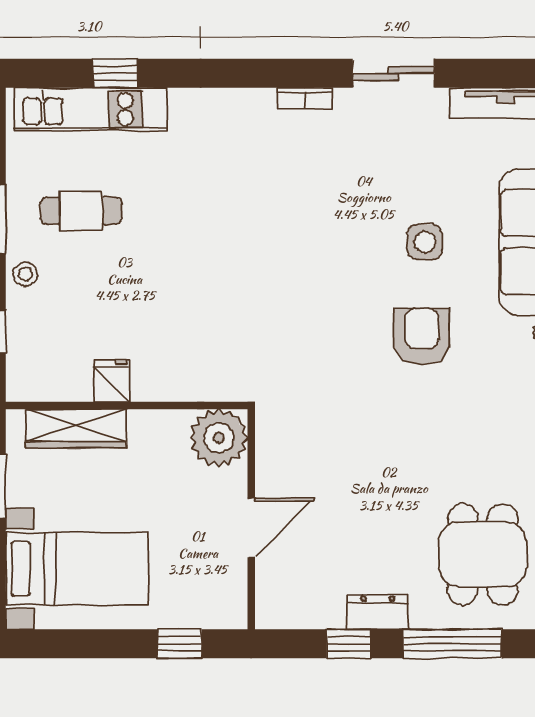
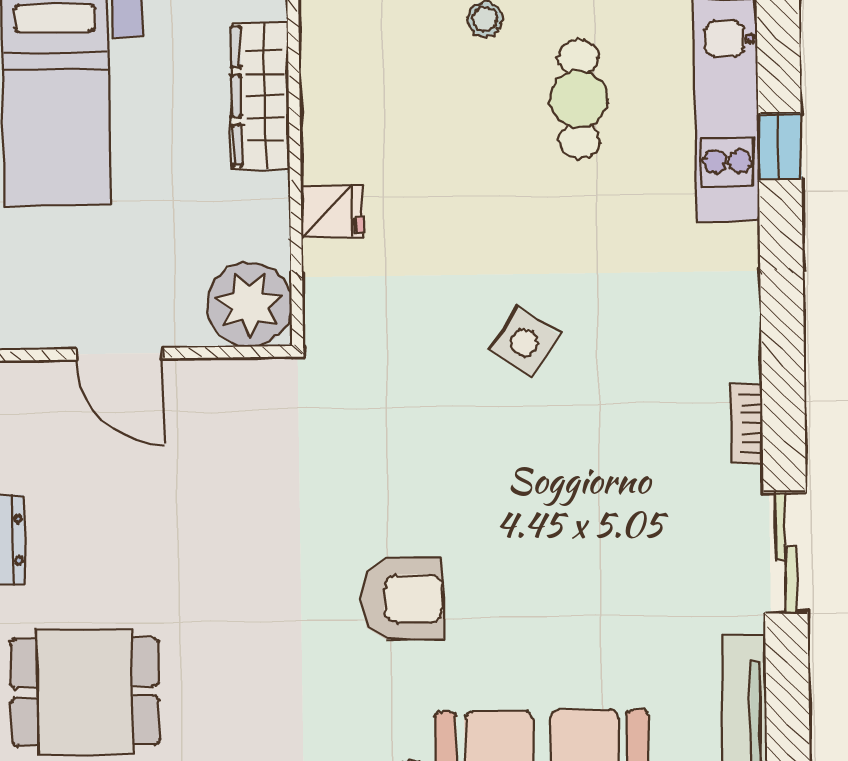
side table: (425, 242) -> (524, 342), moved, turned 34
fridge: (112, 381) -> (332, 212), moved

